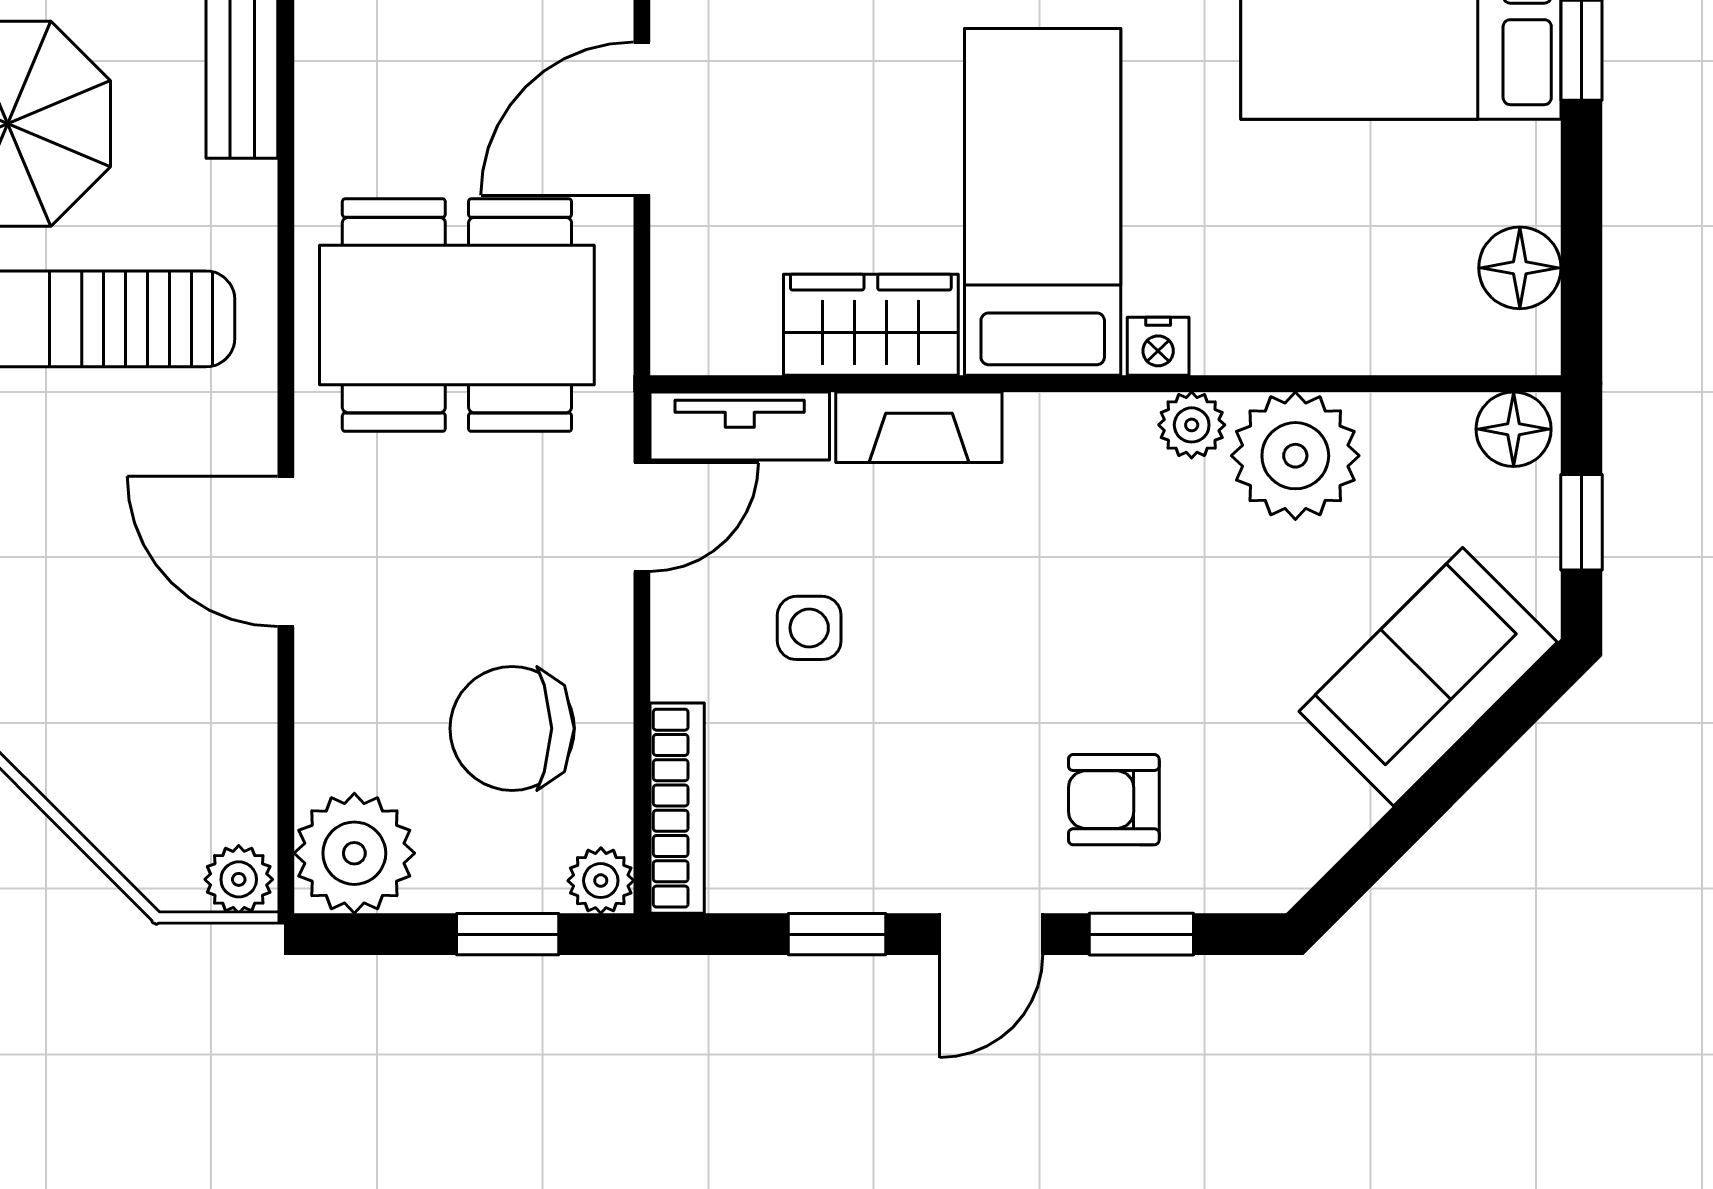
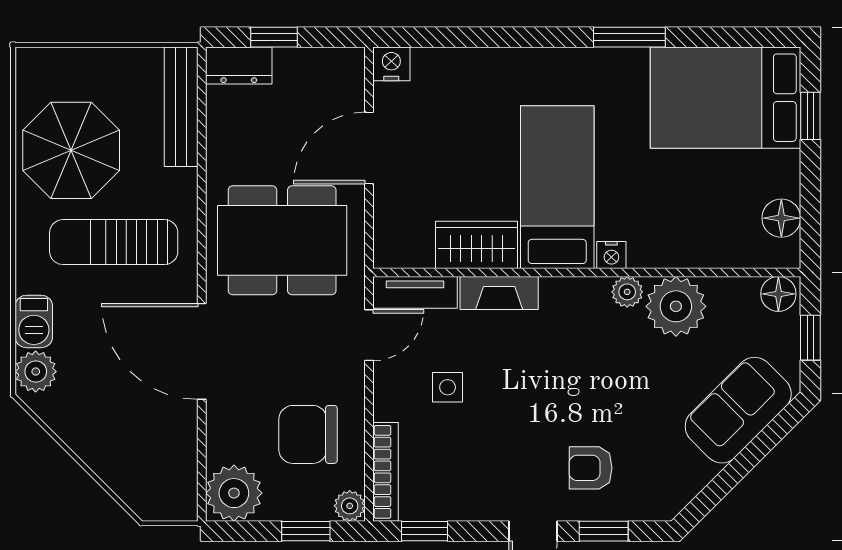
door: (286, 552) -> (202, 351), width x1.36
plant: (239, 879) -> (180, 505), removed
window: (837, 934) -> (424, 531), moved

